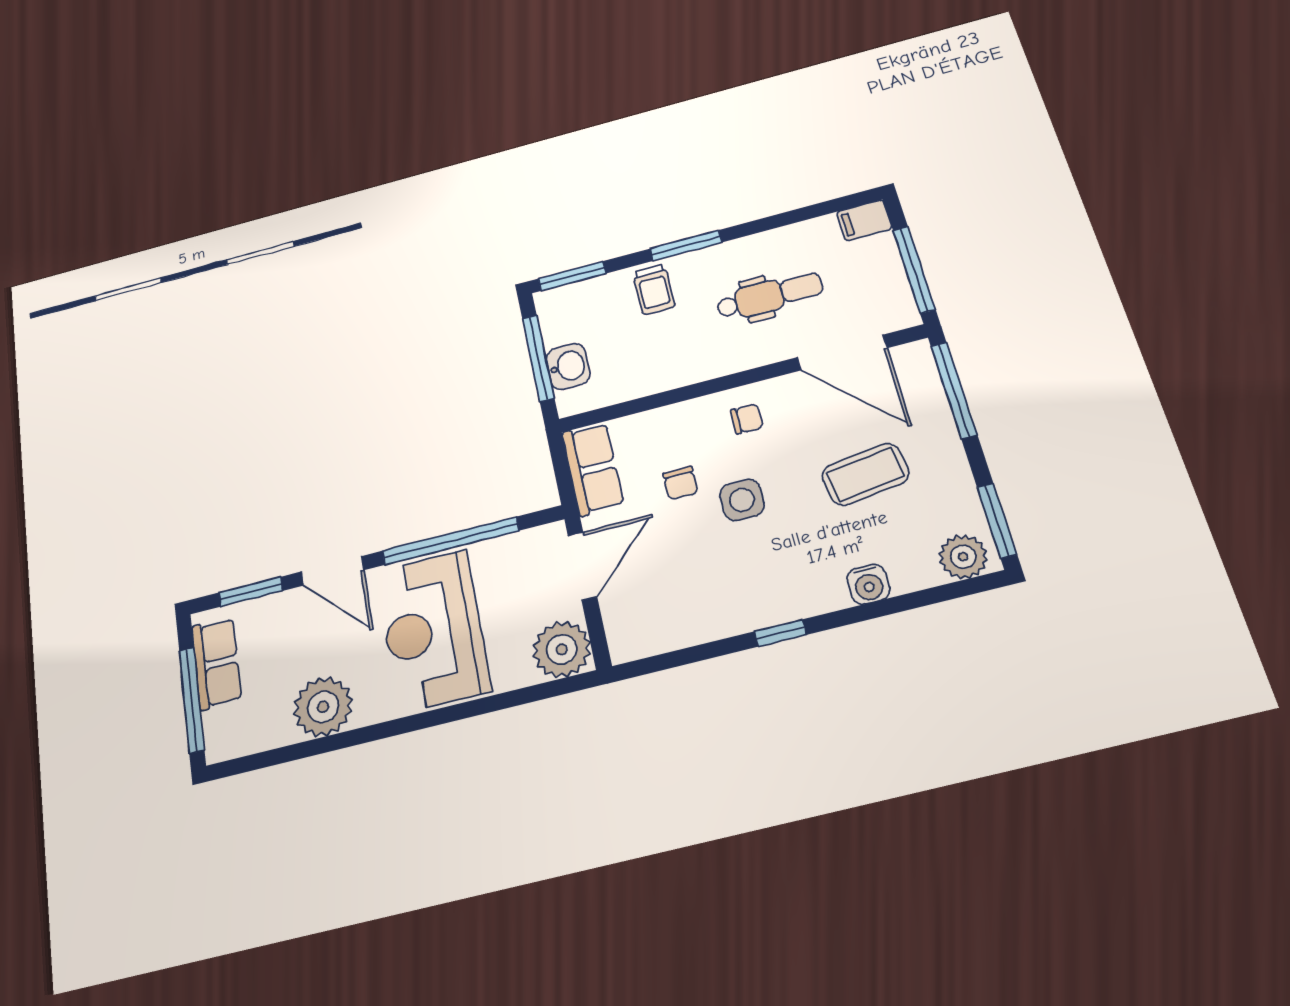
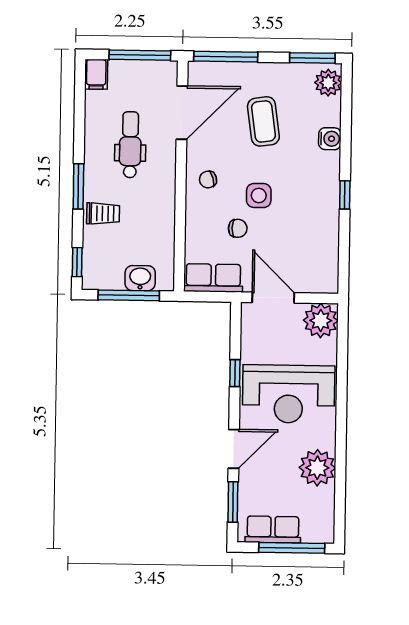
window: (572, 276) -> (77, 262), width x0.67
chair: (747, 419) -> (208, 180), turned -106
window: (450, 541) -> (235, 373), width x0.32

